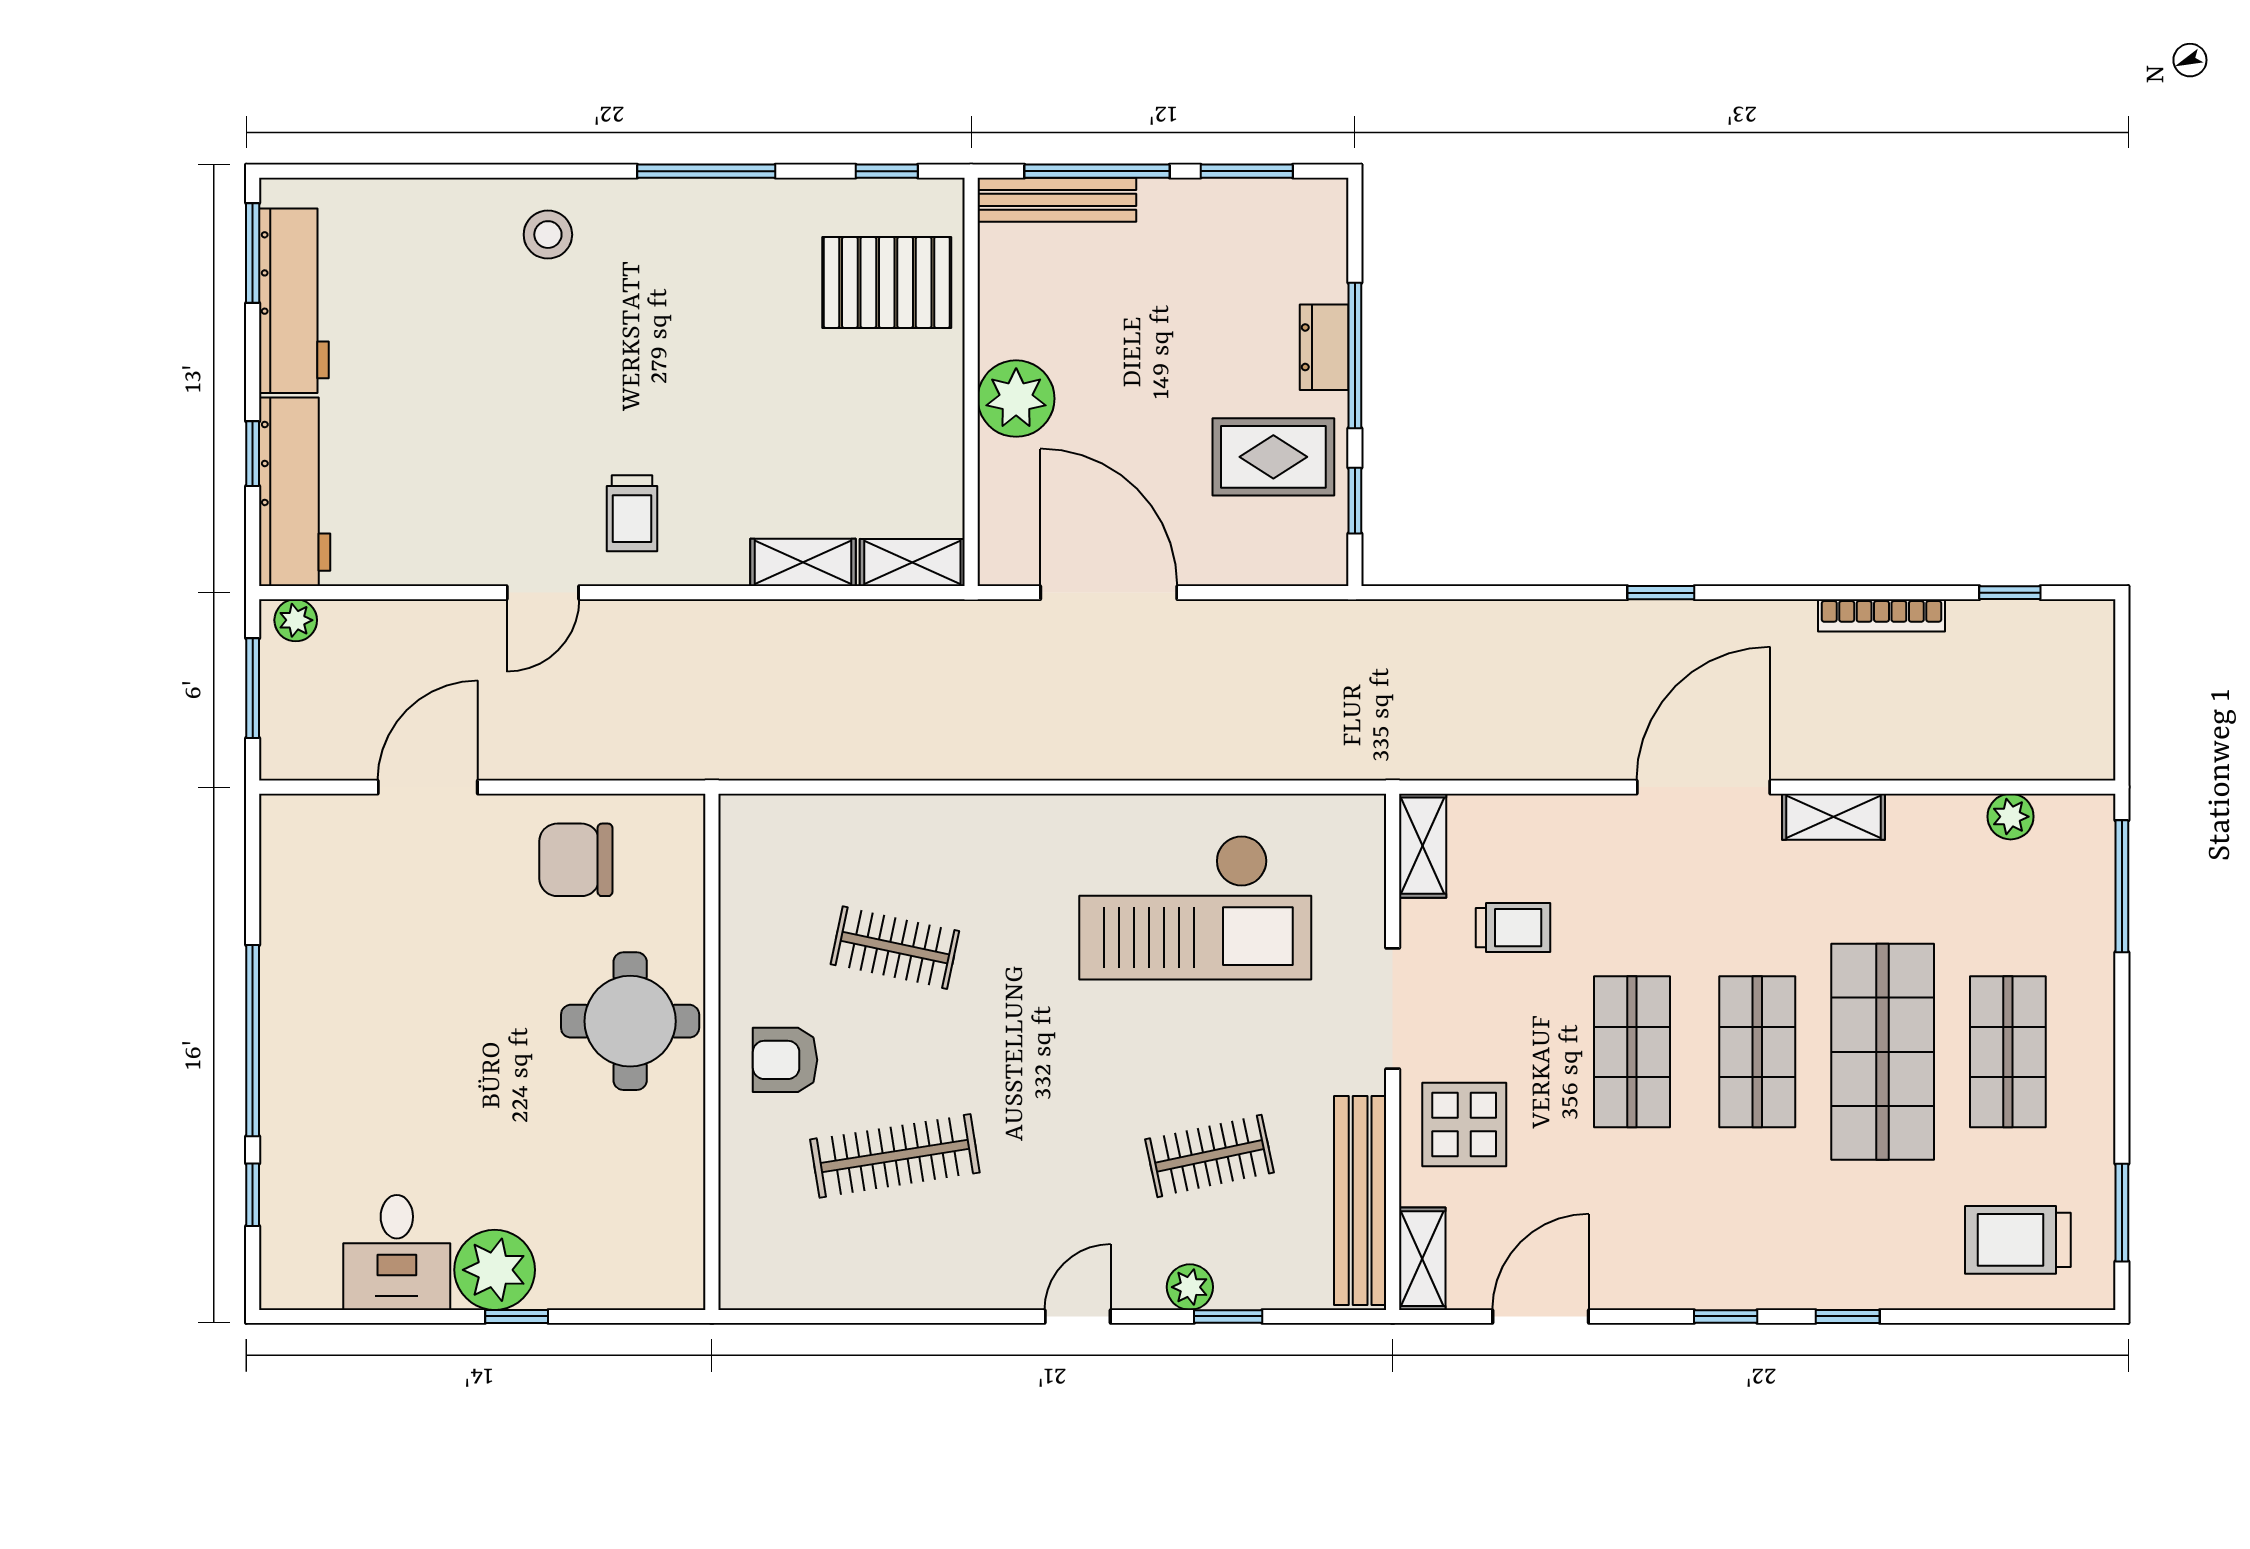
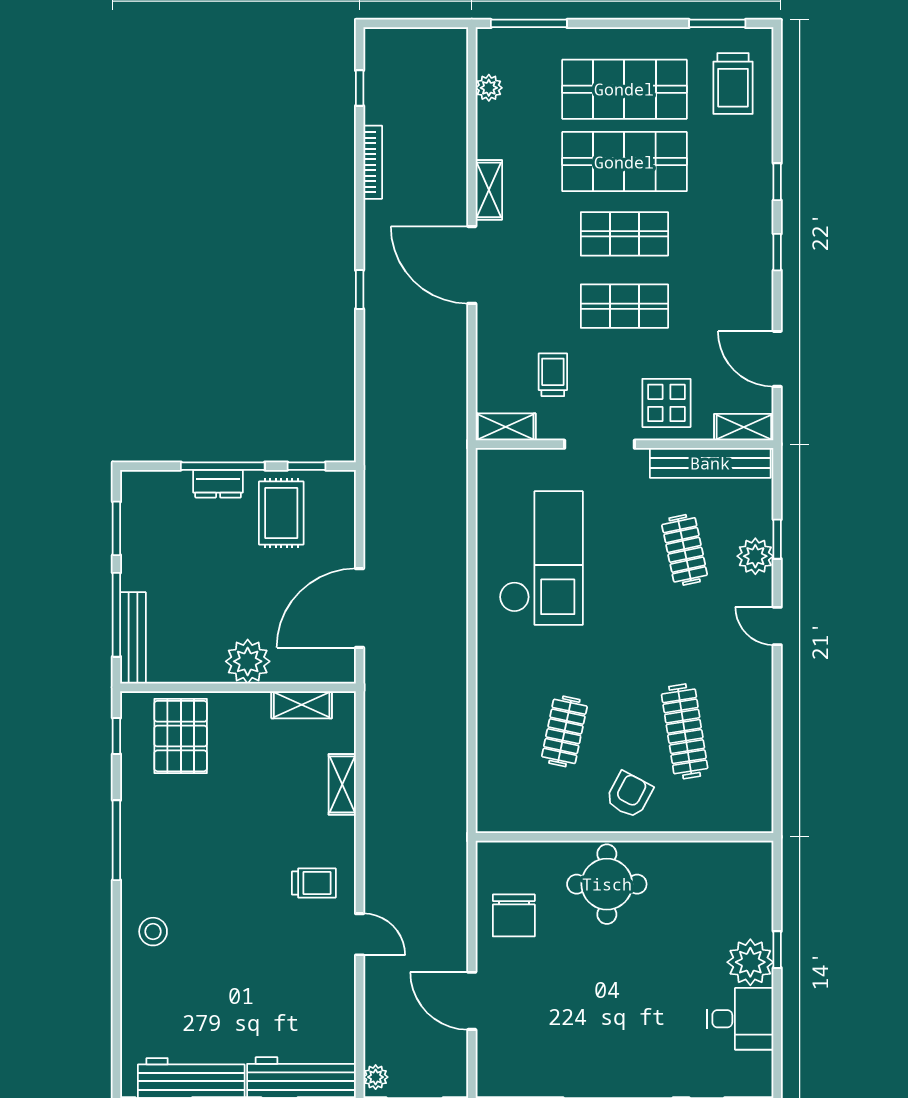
shelving: (912, 562) -> (302, 705), moved, turned 90
shop shelf: (2008, 1052) -> (624, 89), width x1.43, depth x1.36
armchair: (785, 1060) -> (629, 795), turned -152
plant: (1190, 1287) -> (755, 556), width x1.38, depth x1.38

